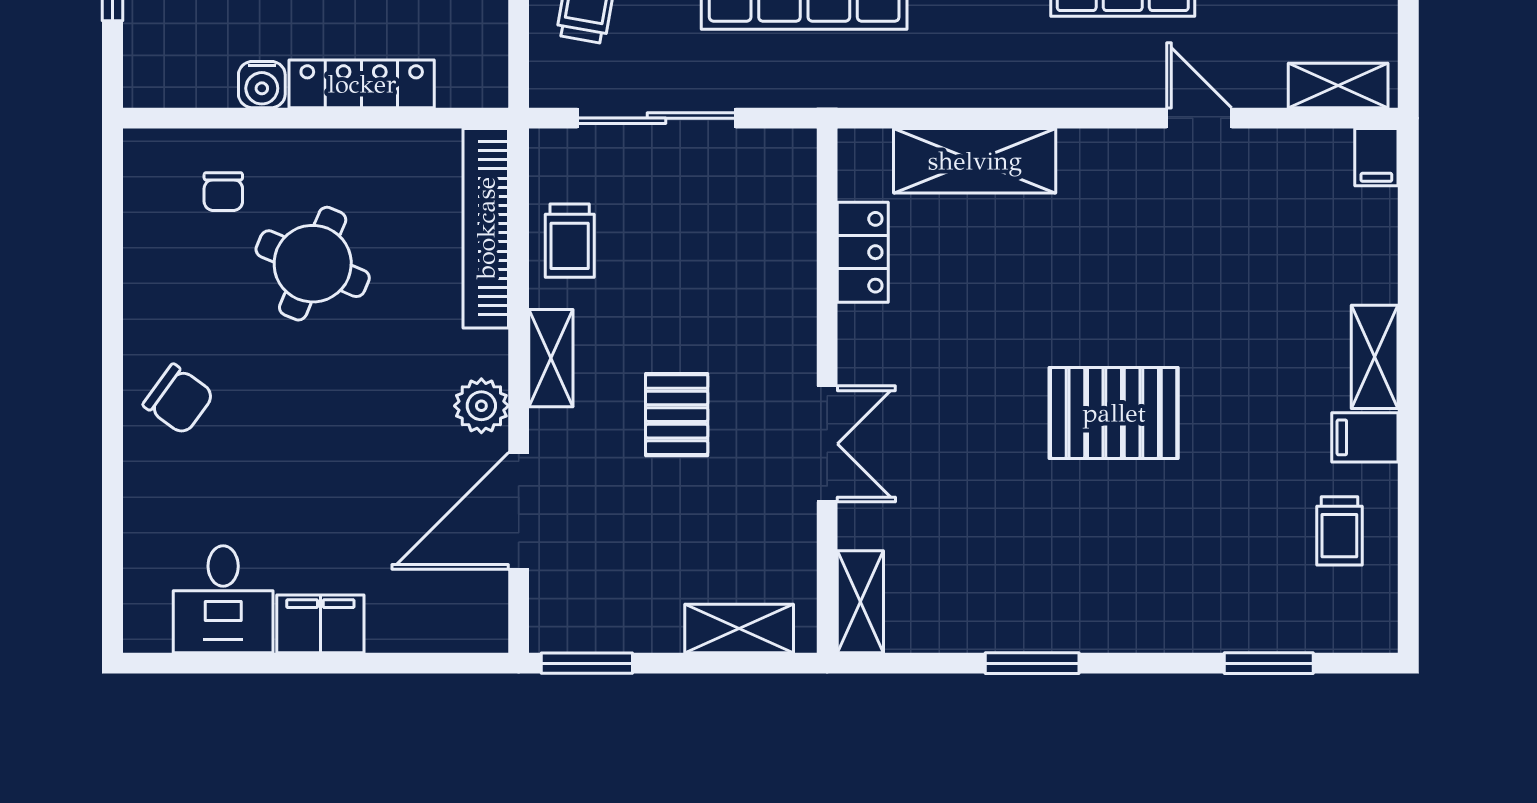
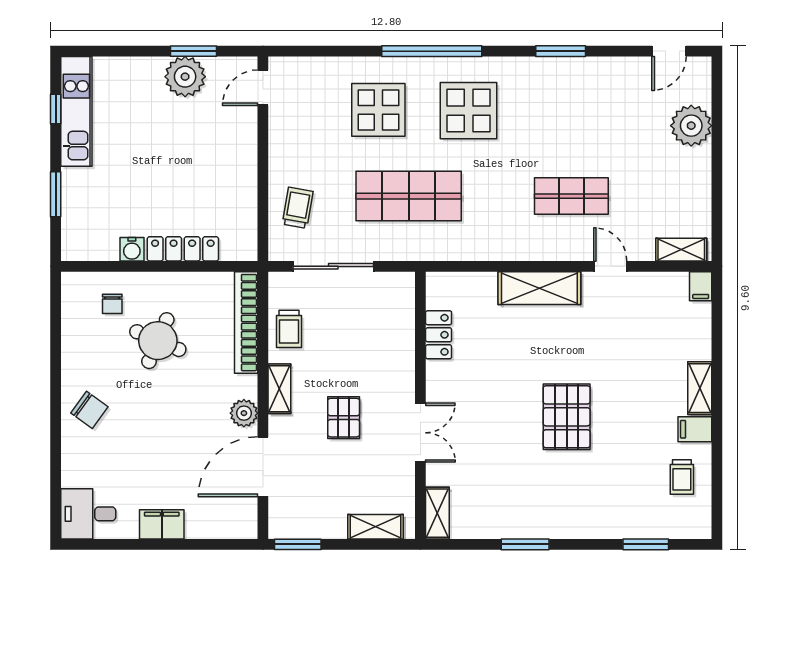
shelving: (975, 161) -> (539, 288), moved
pallet: (1114, 413) -> (567, 417), turned 90
desk: (223, 599) -> (88, 514), moved, turned 90

